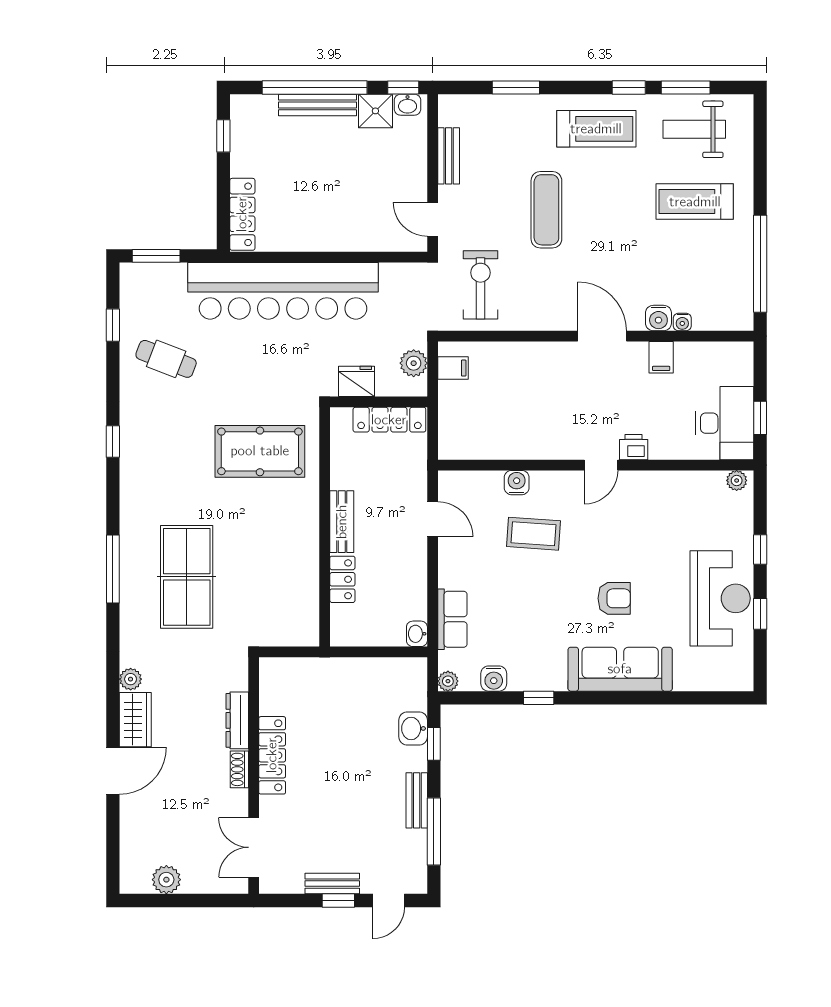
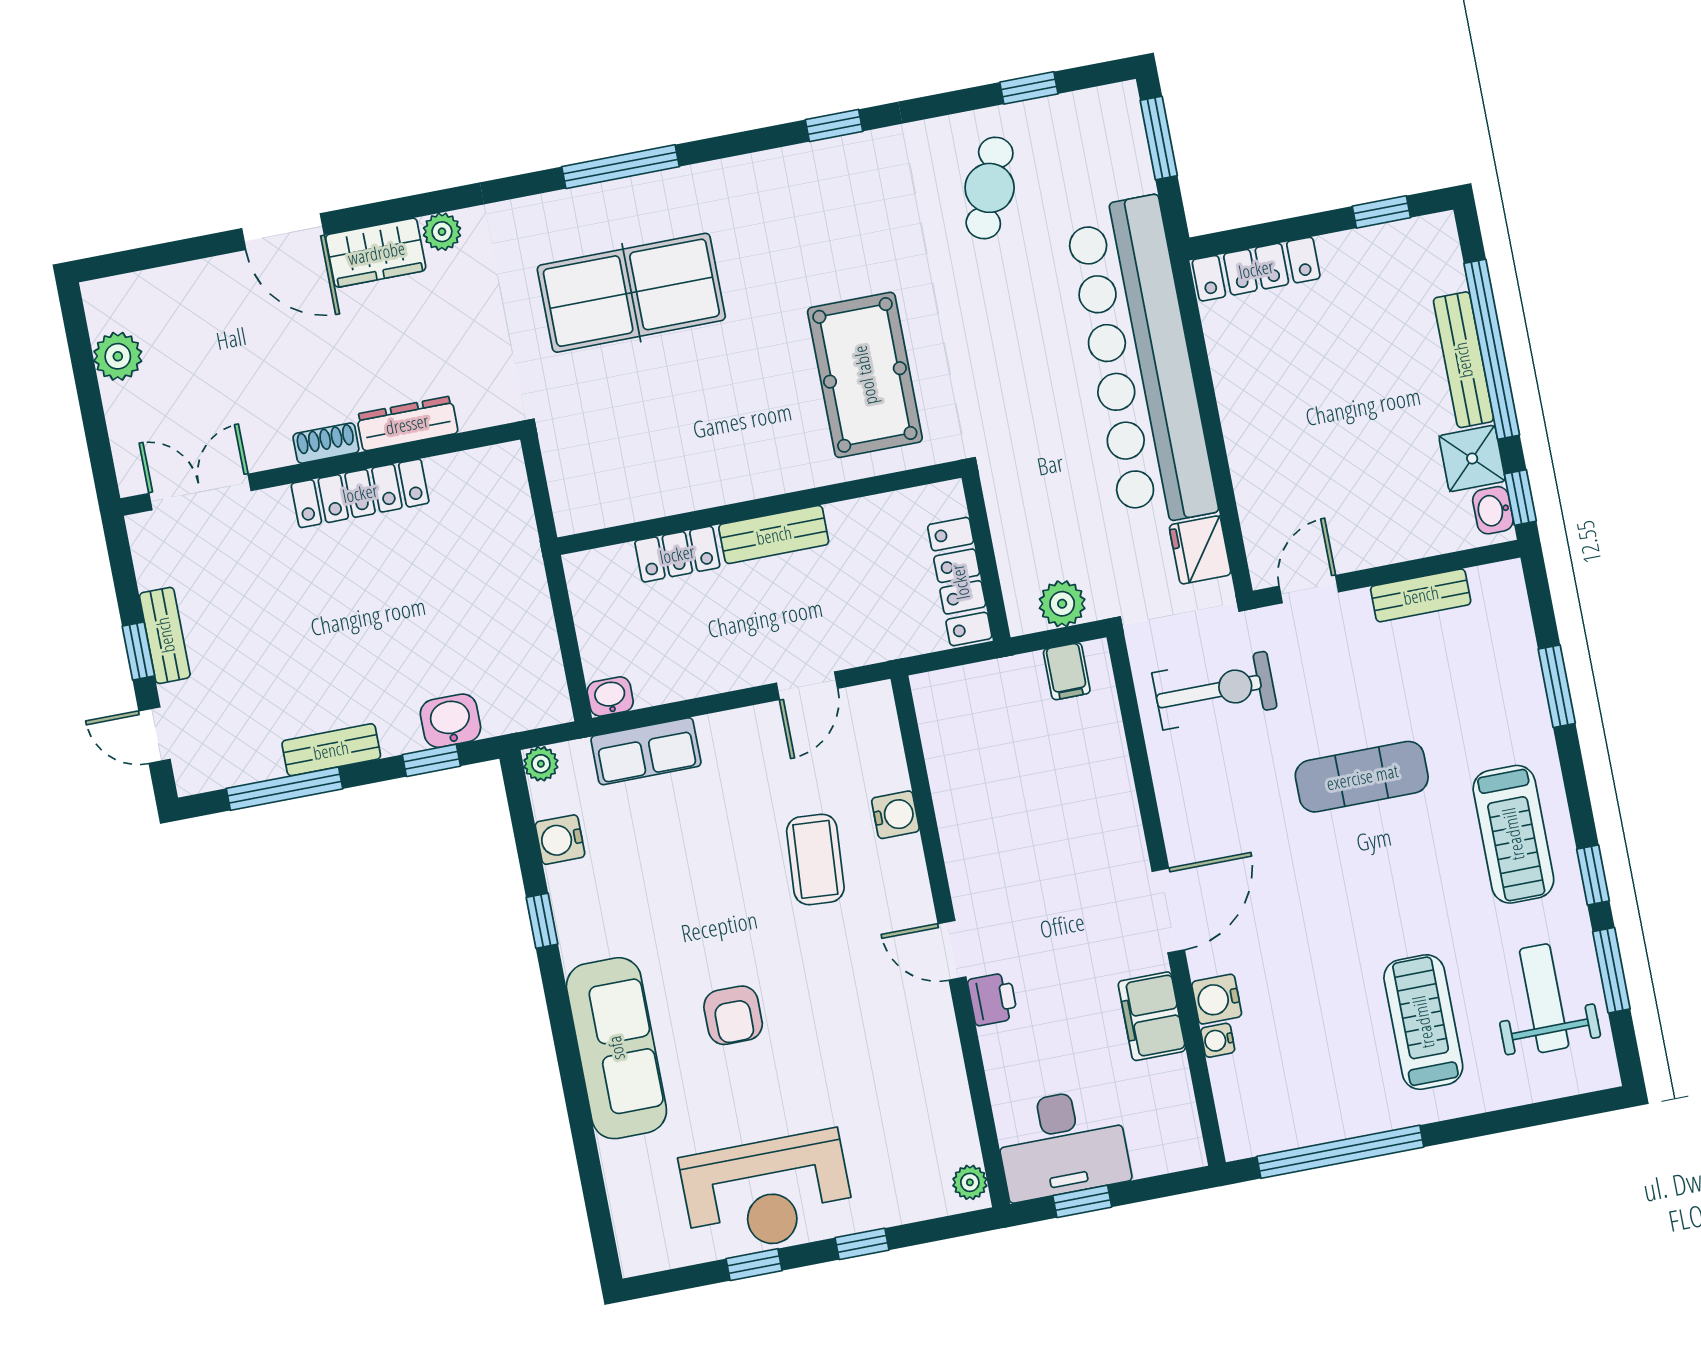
filing cabinet: (661, 357) -> (1152, 1016), width x2.00
fridge: (357, 381) -> (1200, 550), moved, turned 180

